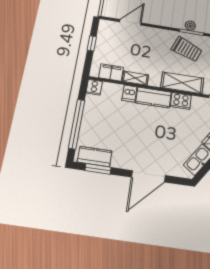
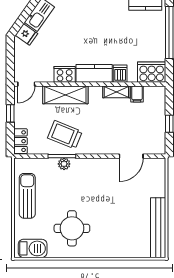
filing cabinet: (111, 72) -> (137, 94), width x0.50
cooker: (94, 87) -> (152, 72), width x1.87, depth x1.31

